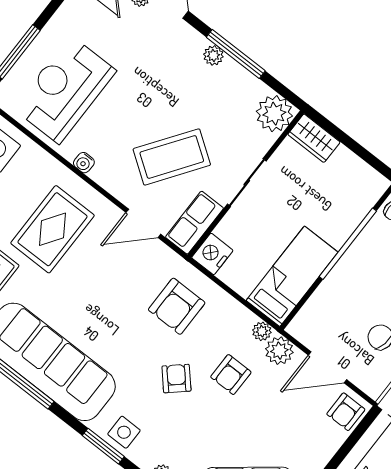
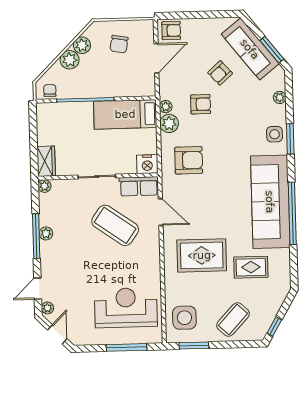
plant: (213, 55) -> (46, 233), moved
reception desk: (65, 90) -> (126, 308), turned 180
plant: (274, 114) -> (44, 186), width x0.53, depth x0.53
water cooler: (84, 163) -> (155, 267), removed
plant: (279, 351) -> (169, 123), moved
door: (328, 367) -> (156, 58), hinge flipped
armchair: (176, 379) -> (220, 73), moved

